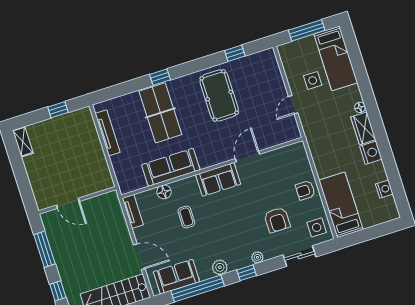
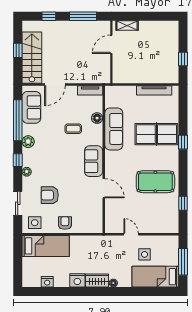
shelving: (23, 142) -> (127, 26), moved

